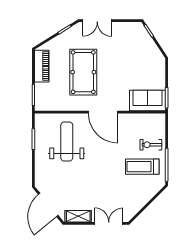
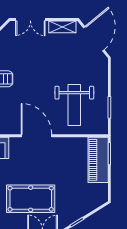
piano: (42, 66) -> (98, 160), moved, width x1.37, depth x1.33
pool table: (83, 72) -> (31, 199), moved, turned 90

